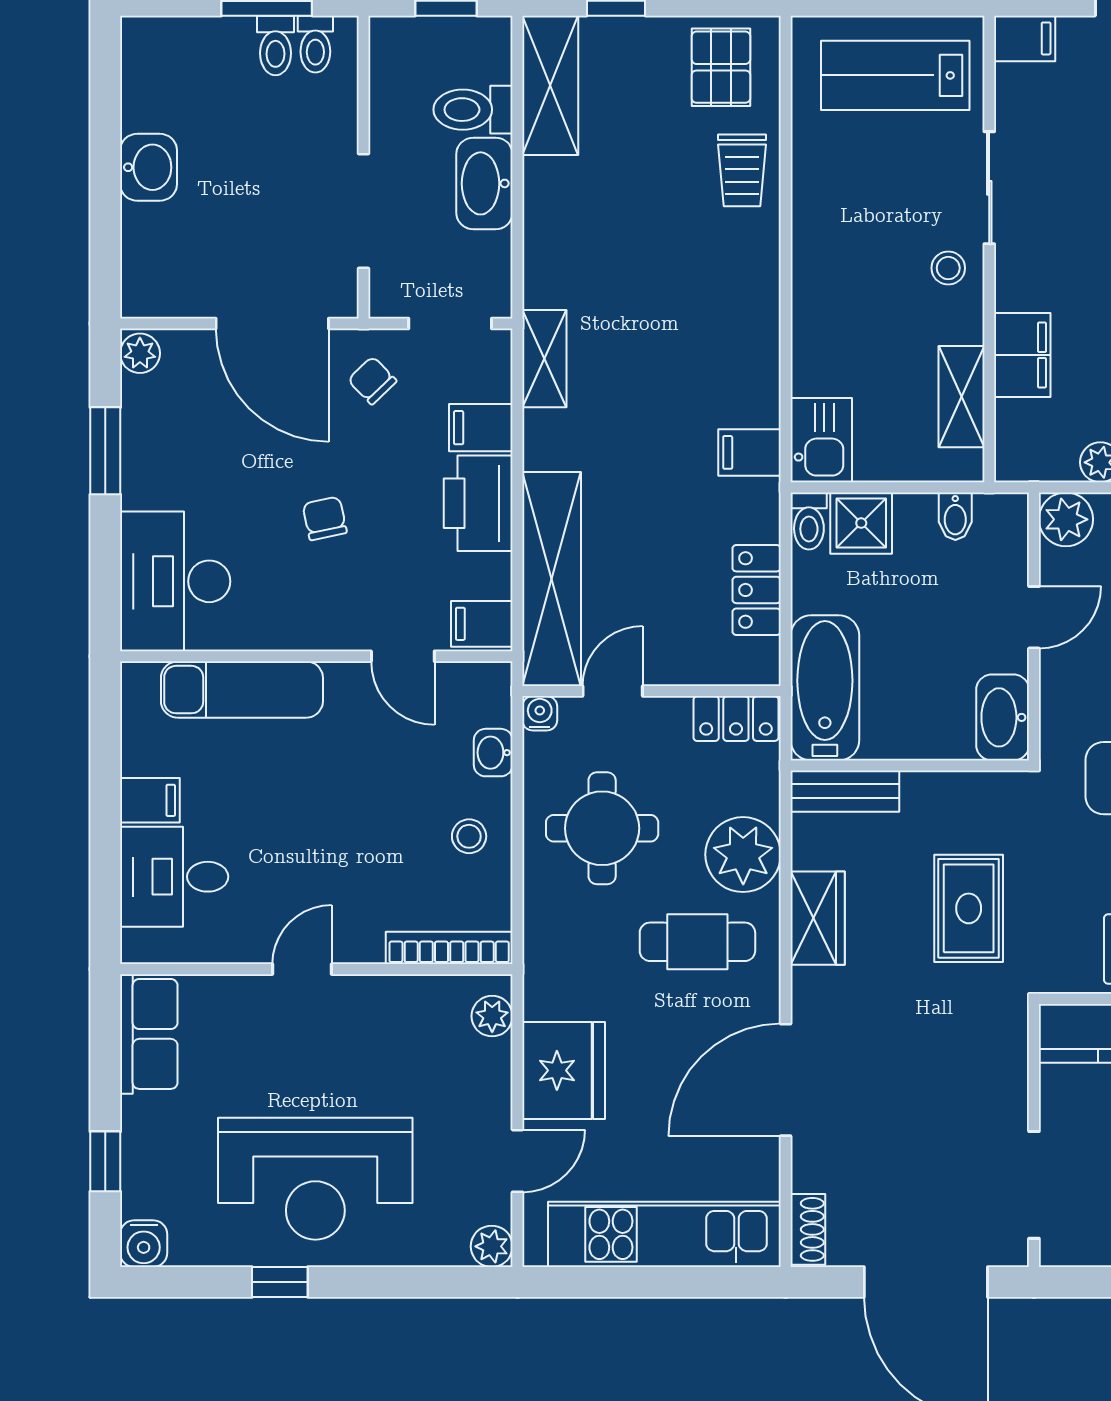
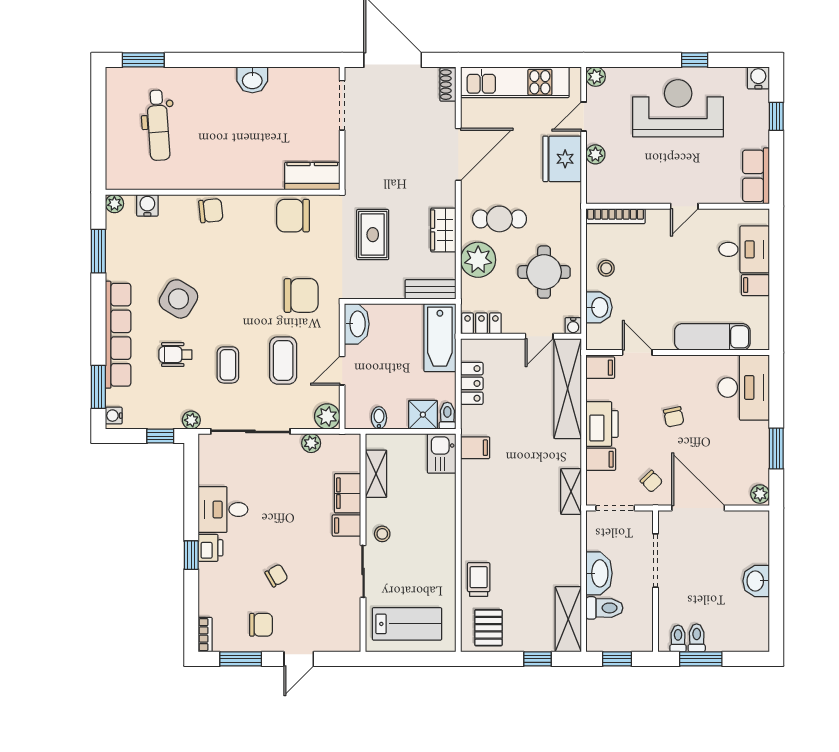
filing cabinet: (1025, 38) -> (346, 525), moved
washbasin: (493, 753) -> (599, 307), width x1.38, depth x1.45
plant: (492, 1016) -> (595, 154), moved

